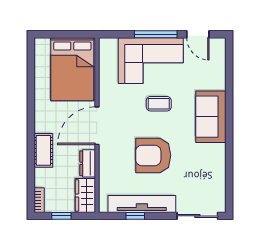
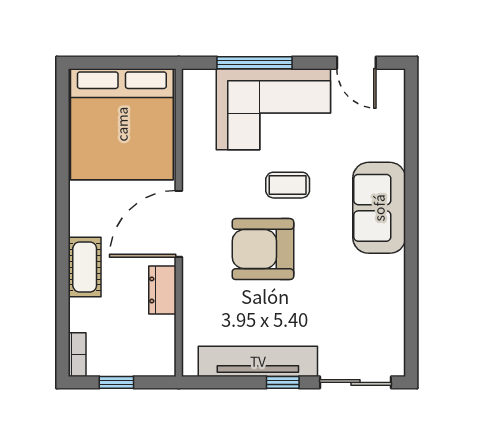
window: (156, 34) -> (255, 63), moved
bed: (72, 69) -> (122, 124), width x1.36
armchair: (153, 155) -> (263, 249), moved
wardrobe: (85, 195) -> (158, 346), removed
window: (135, 216) -> (283, 382), moved

